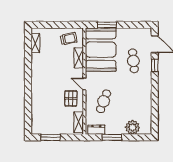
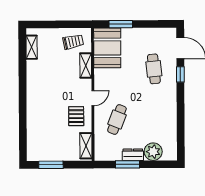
booth: (101, 50) -> (107, 48), width x0.73, depth x0.70
door: (84, 84) -> (93, 98), swing flipped
dresser: (96, 130) -> (133, 155), moved

